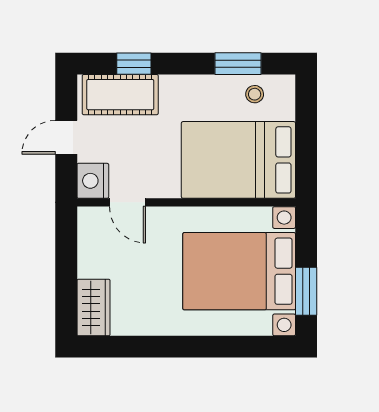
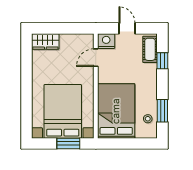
cot: (120, 95) -> (150, 49), width x0.73, depth x0.75
window: (306, 291) -> (68, 143), moved

